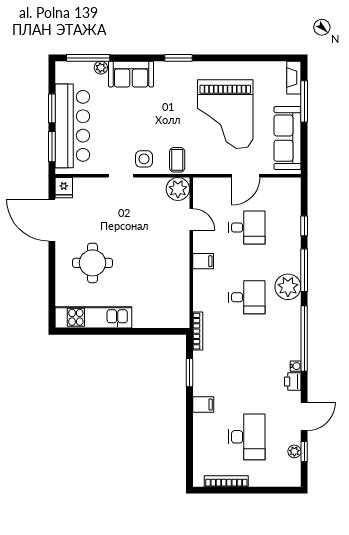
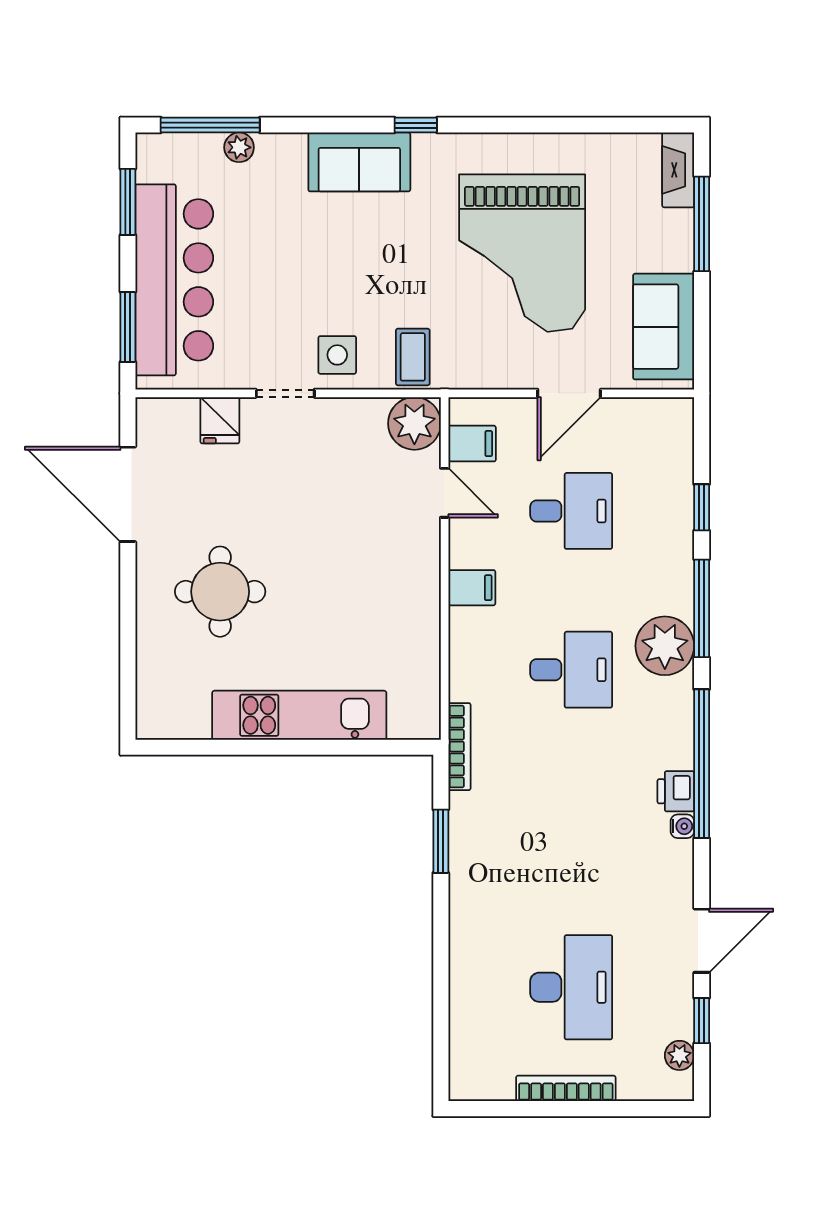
window: (178, 58) -> (416, 125), width x0.67
sofa: (131, 74) -> (359, 162), moved
window: (52, 108) -> (128, 202), moved
sofa: (287, 138) -> (664, 327), width x0.73
fridge: (64, 188) -> (220, 420), moved
kitchen unit: (93, 317) -> (299, 715), moved
printer: (293, 381) -> (676, 791), moved
filing cabinet: (203, 405) -> (472, 444), moved
plant: (294, 451) -> (679, 1055), moved
bookcase: (226, 481) -> (566, 1088), moved

